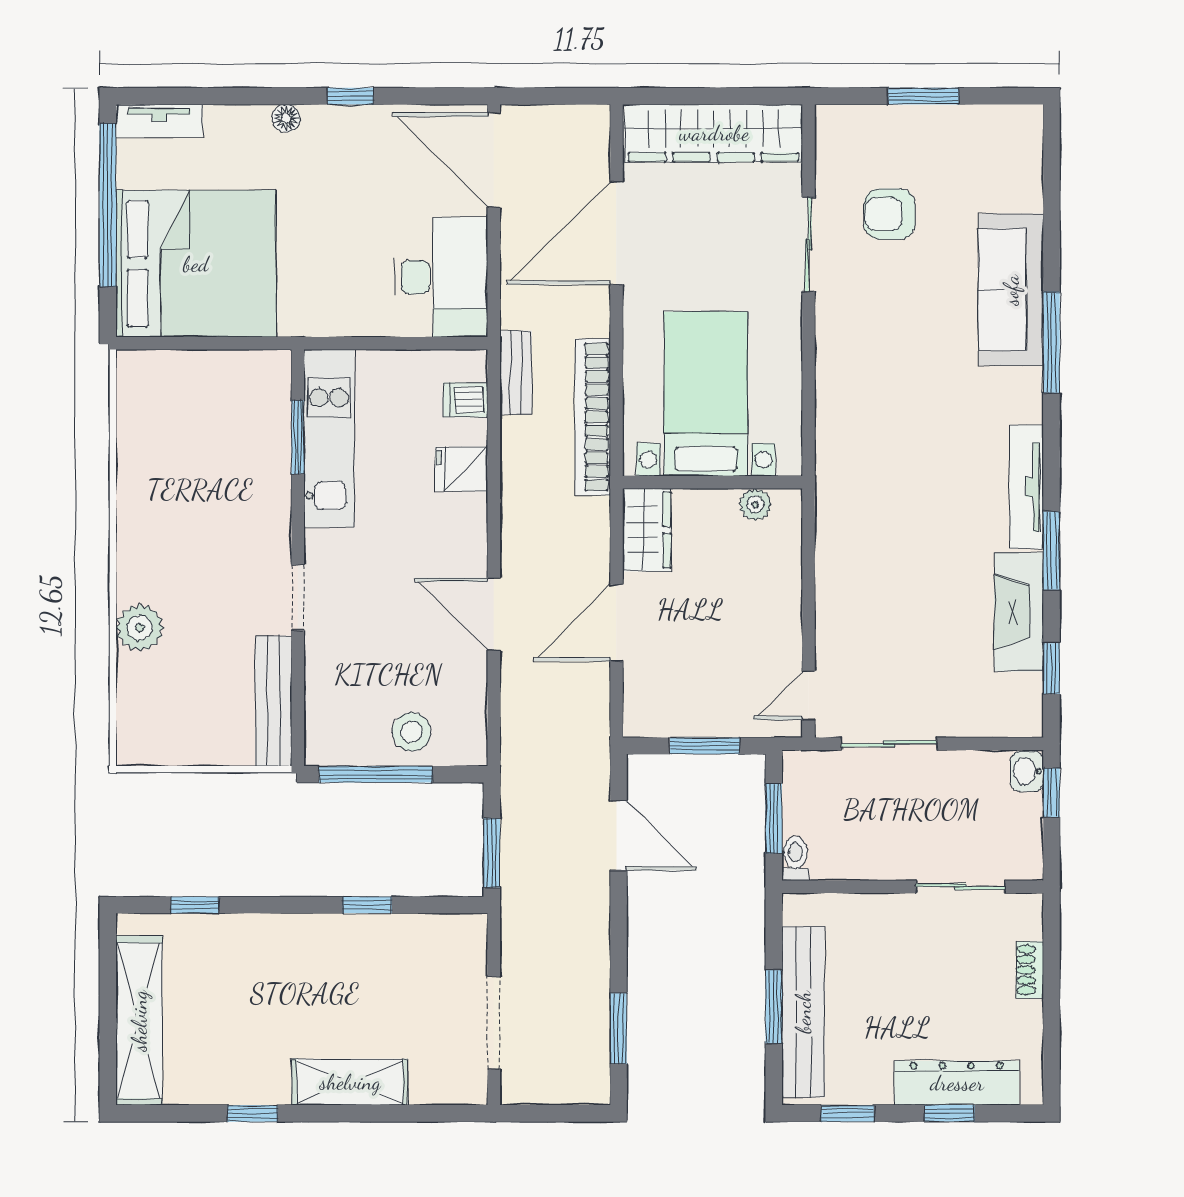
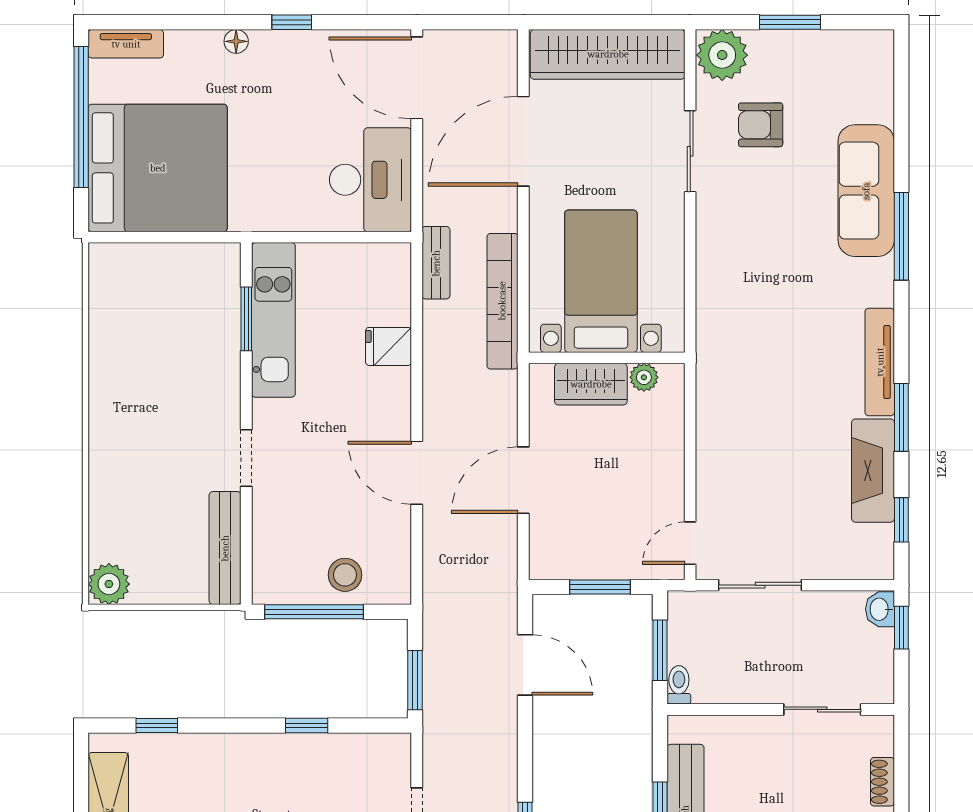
plant: (845, 134) -> (722, 55), added
dishwasher: (465, 400) -> (392, 286), removed
wardrobe: (647, 530) -> (591, 384), moved, turned 90
plant: (140, 628) -> (109, 584), moved

